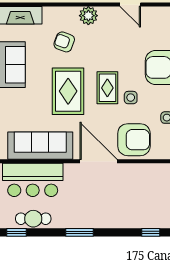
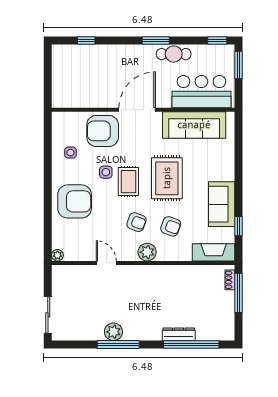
armchair: (99, 46) -> (137, 222), added
door: (99, 161) -> (137, 110), swing flipped
cafe table: (33, 219) -> (174, 54), moved

